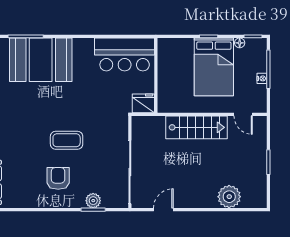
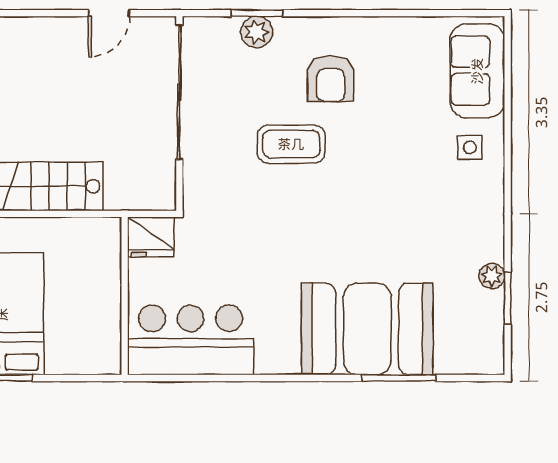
coffee table: (67, 140) -> (291, 144), moved

